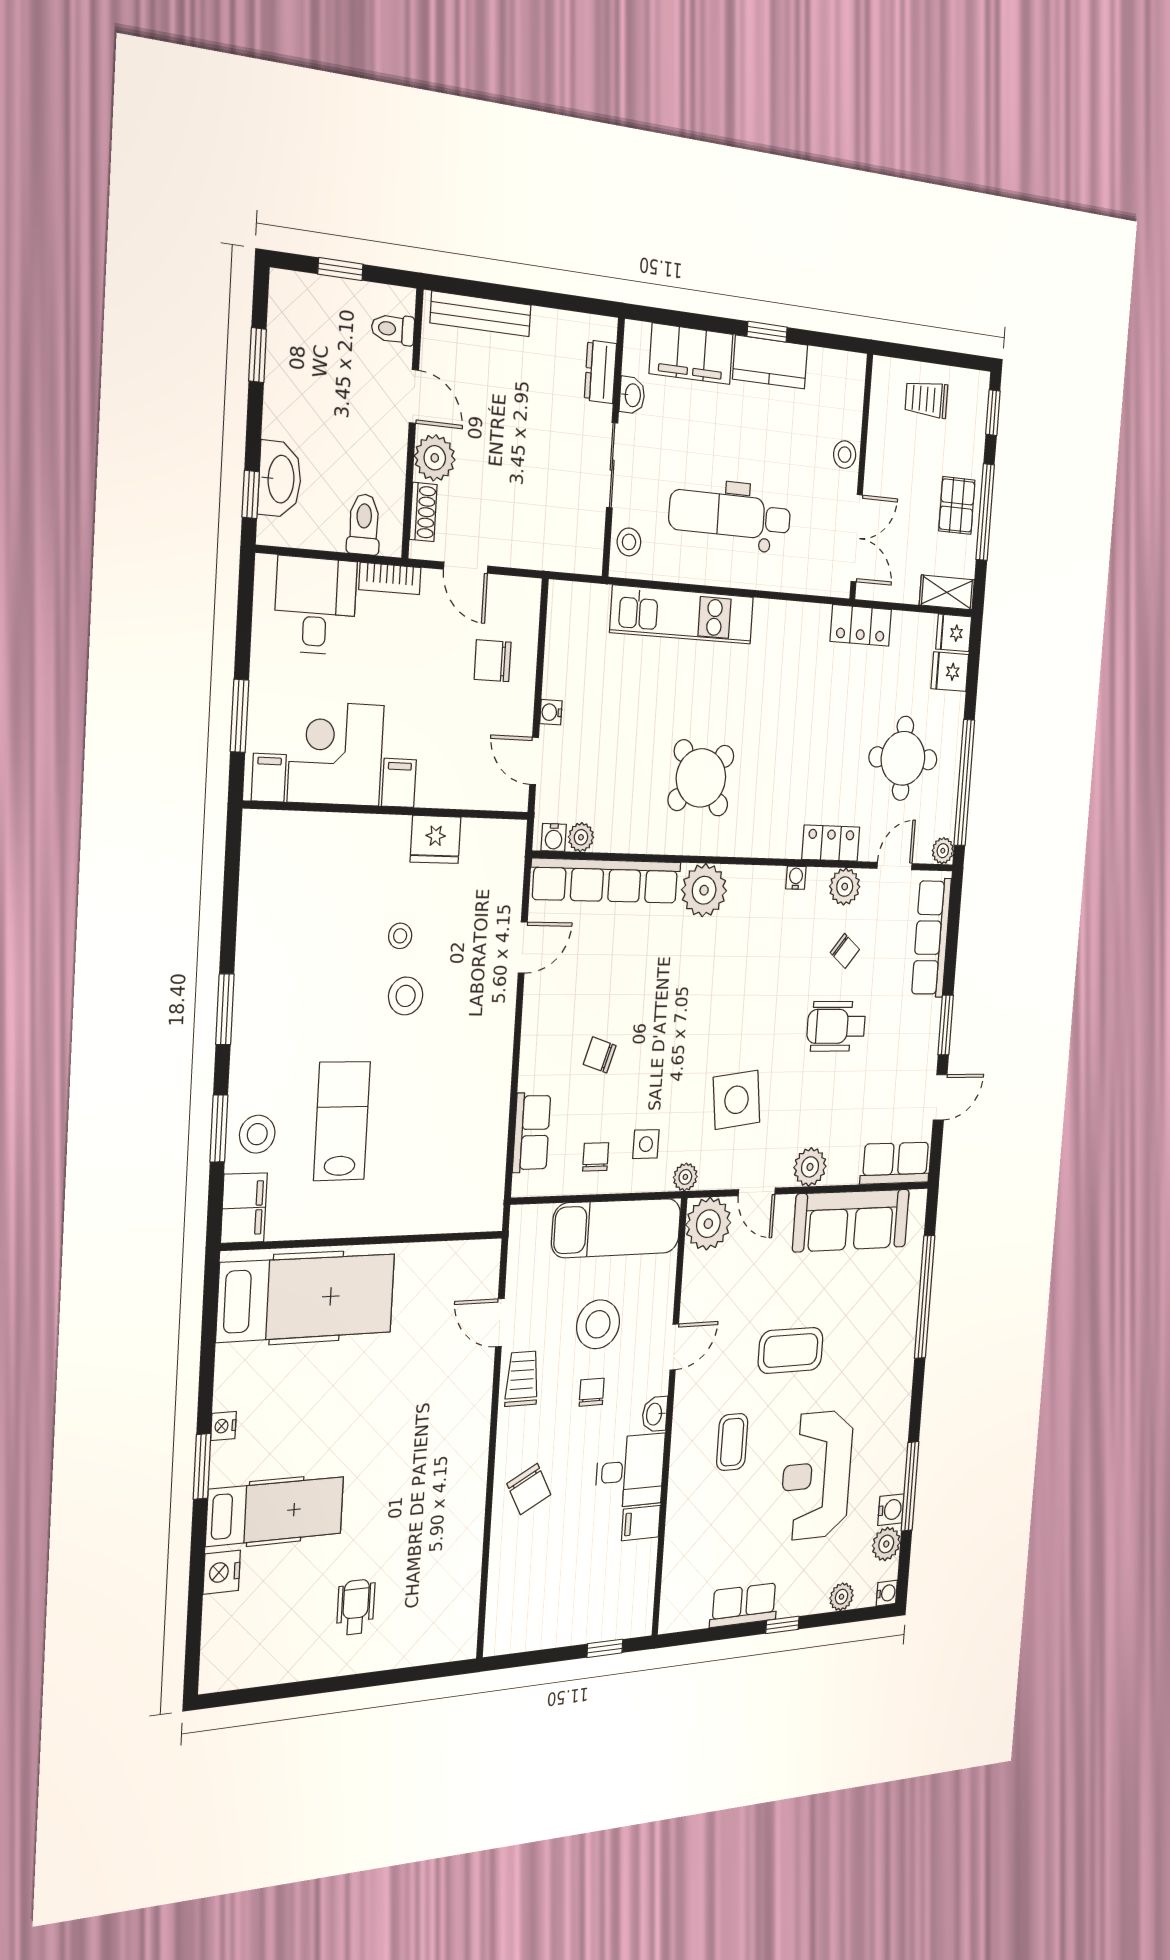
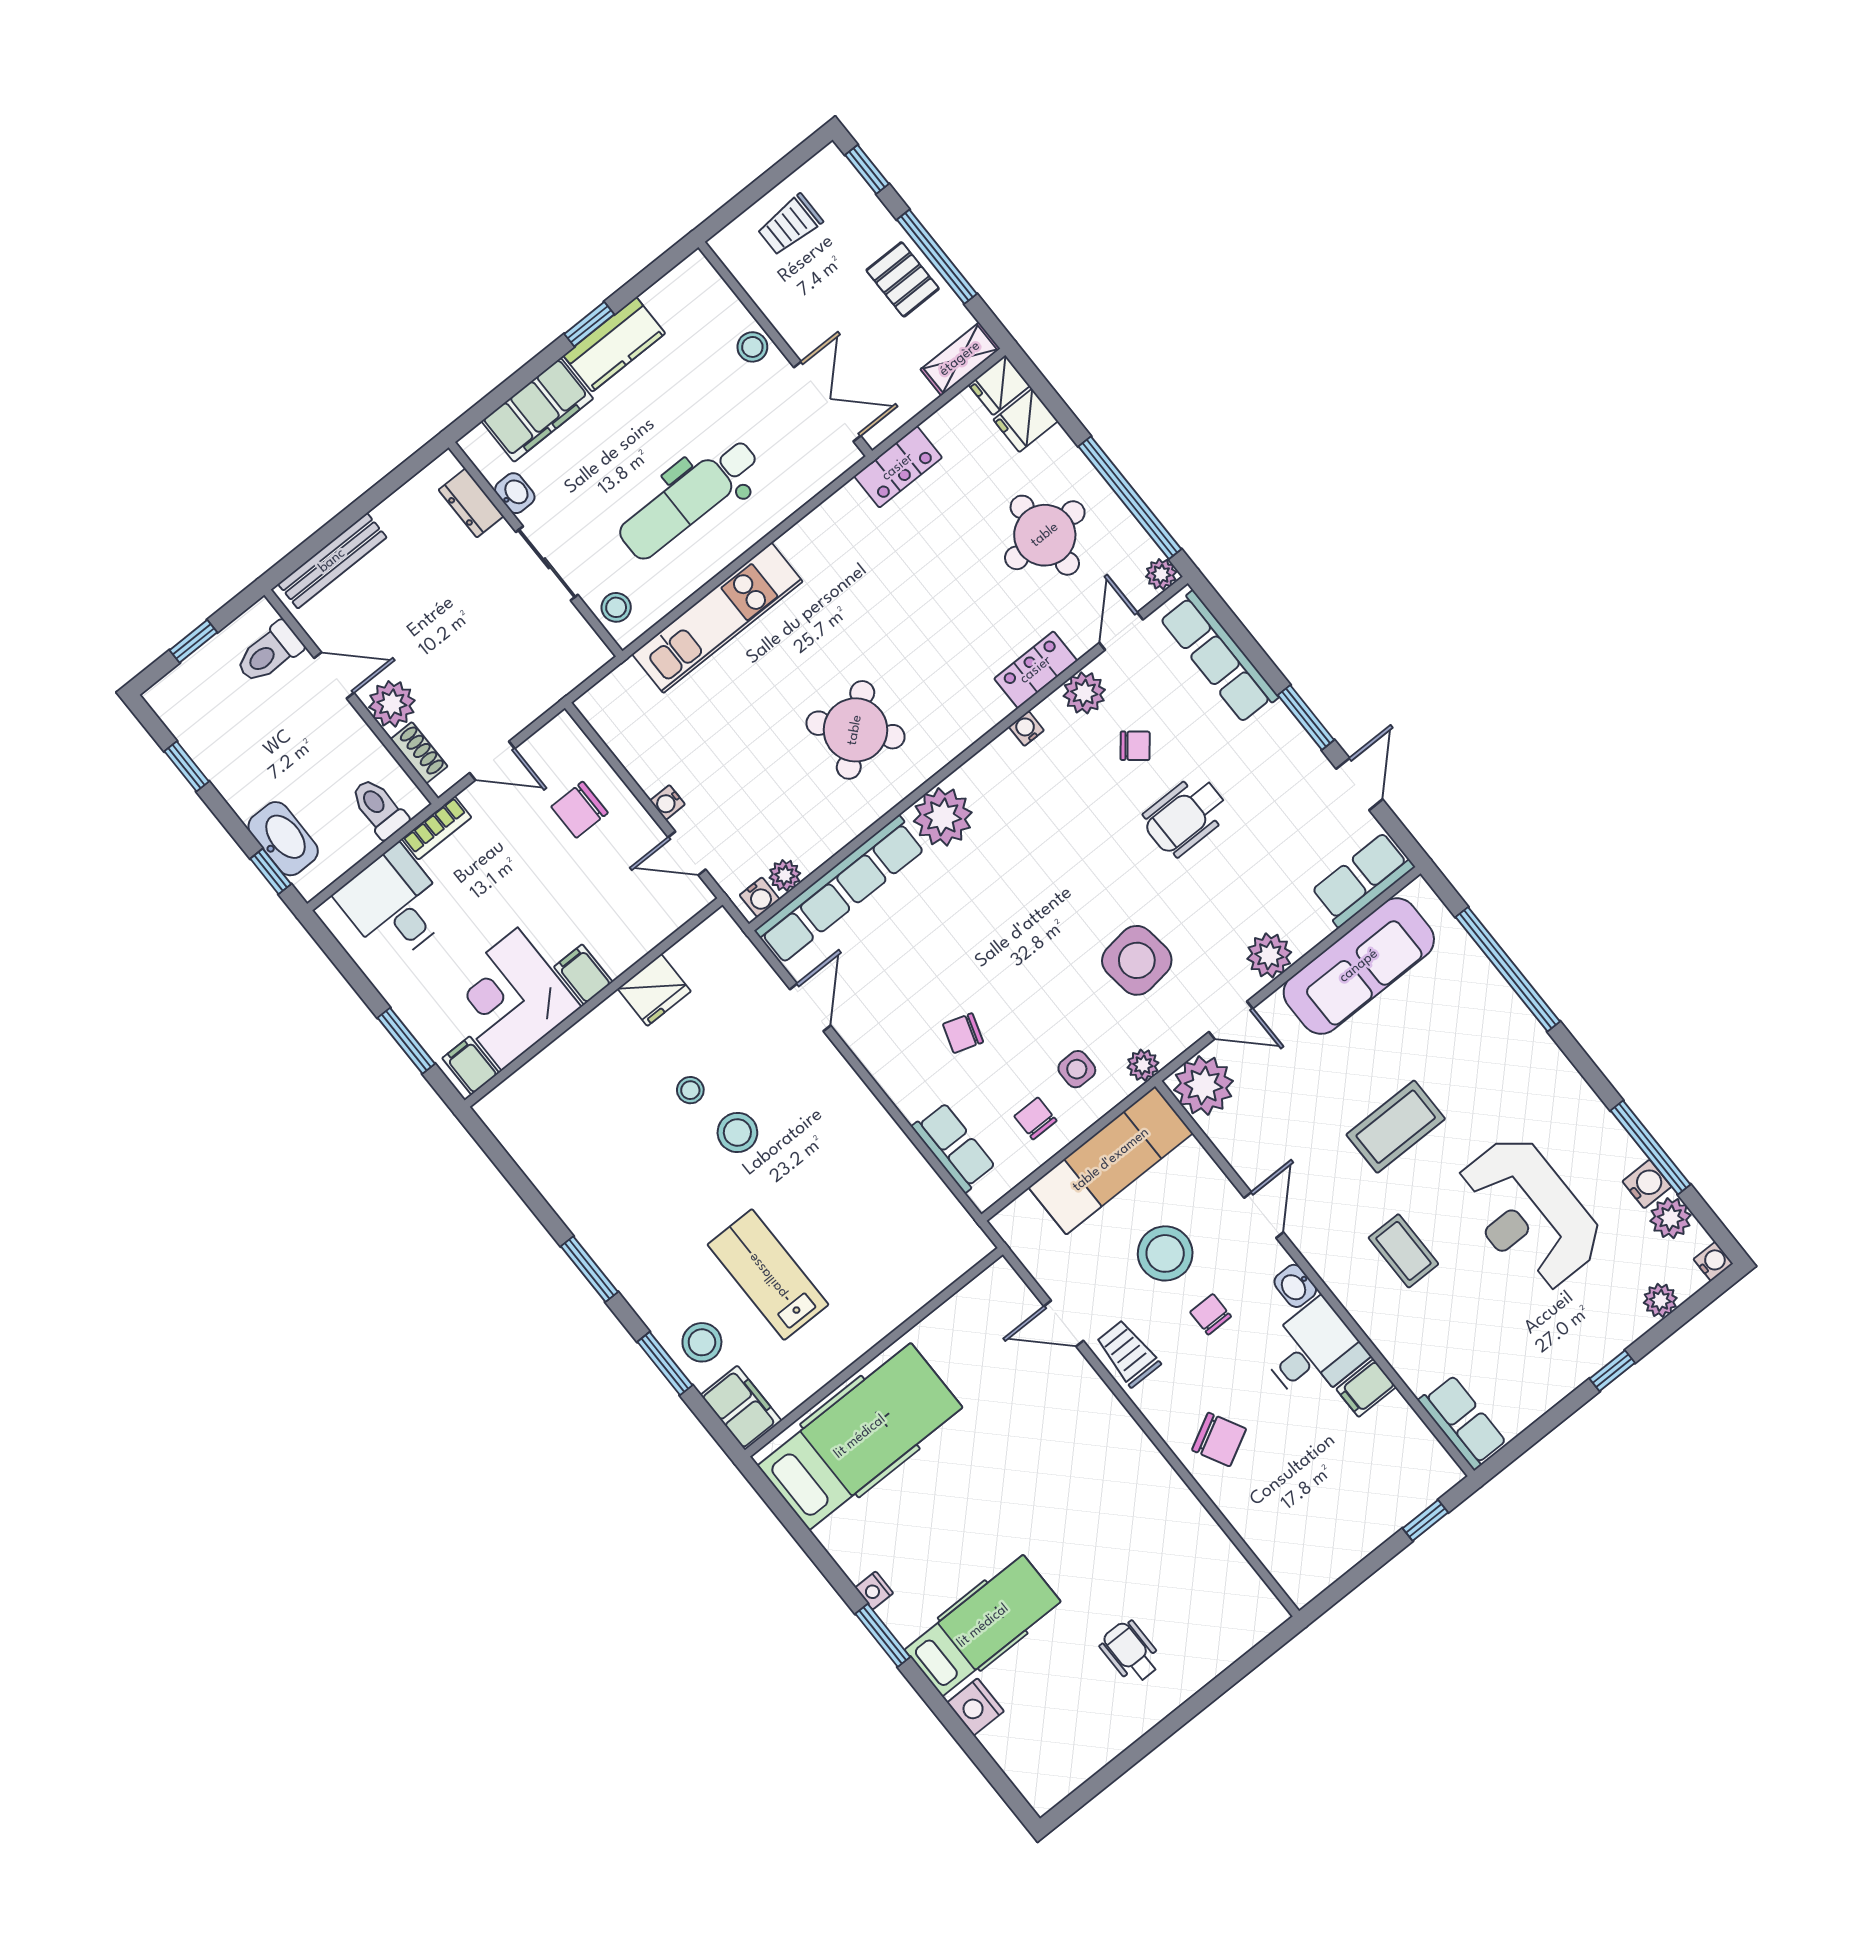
toilet: (393, 329) -> (269, 653), width x1.37, depth x1.39
row of seats: (744, 1605) -> (1463, 1422), moved, turned 90

